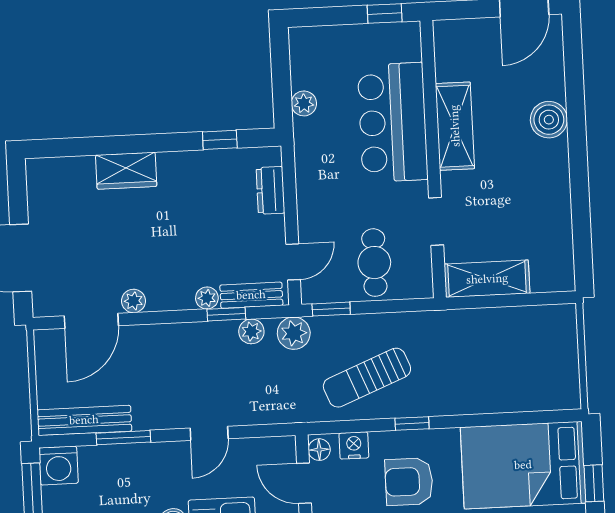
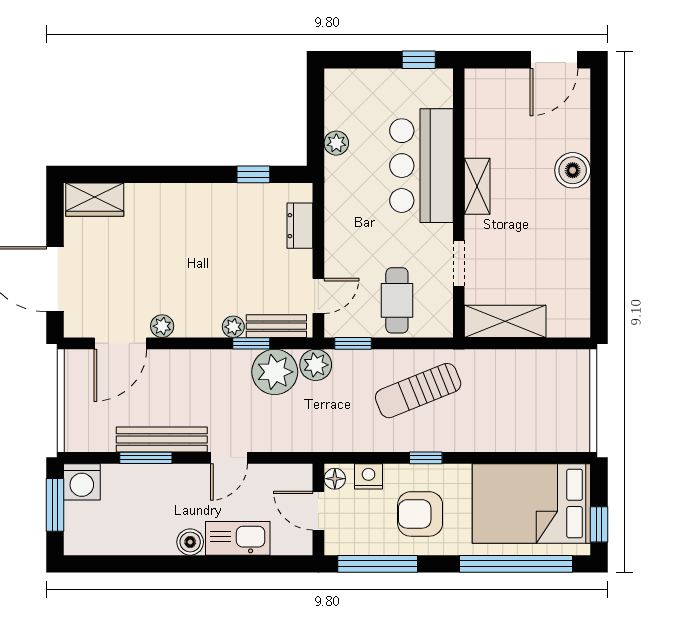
shelving: (455, 126) -> (477, 186), width x0.67, depth x0.75
wardrobe: (126, 171) -> (95, 200), moved
plant: (251, 331) -> (275, 372), width x1.88, depth x1.88
sun lounger: (367, 378) -> (418, 391), moved
bench: (84, 420) -> (162, 439), moved

